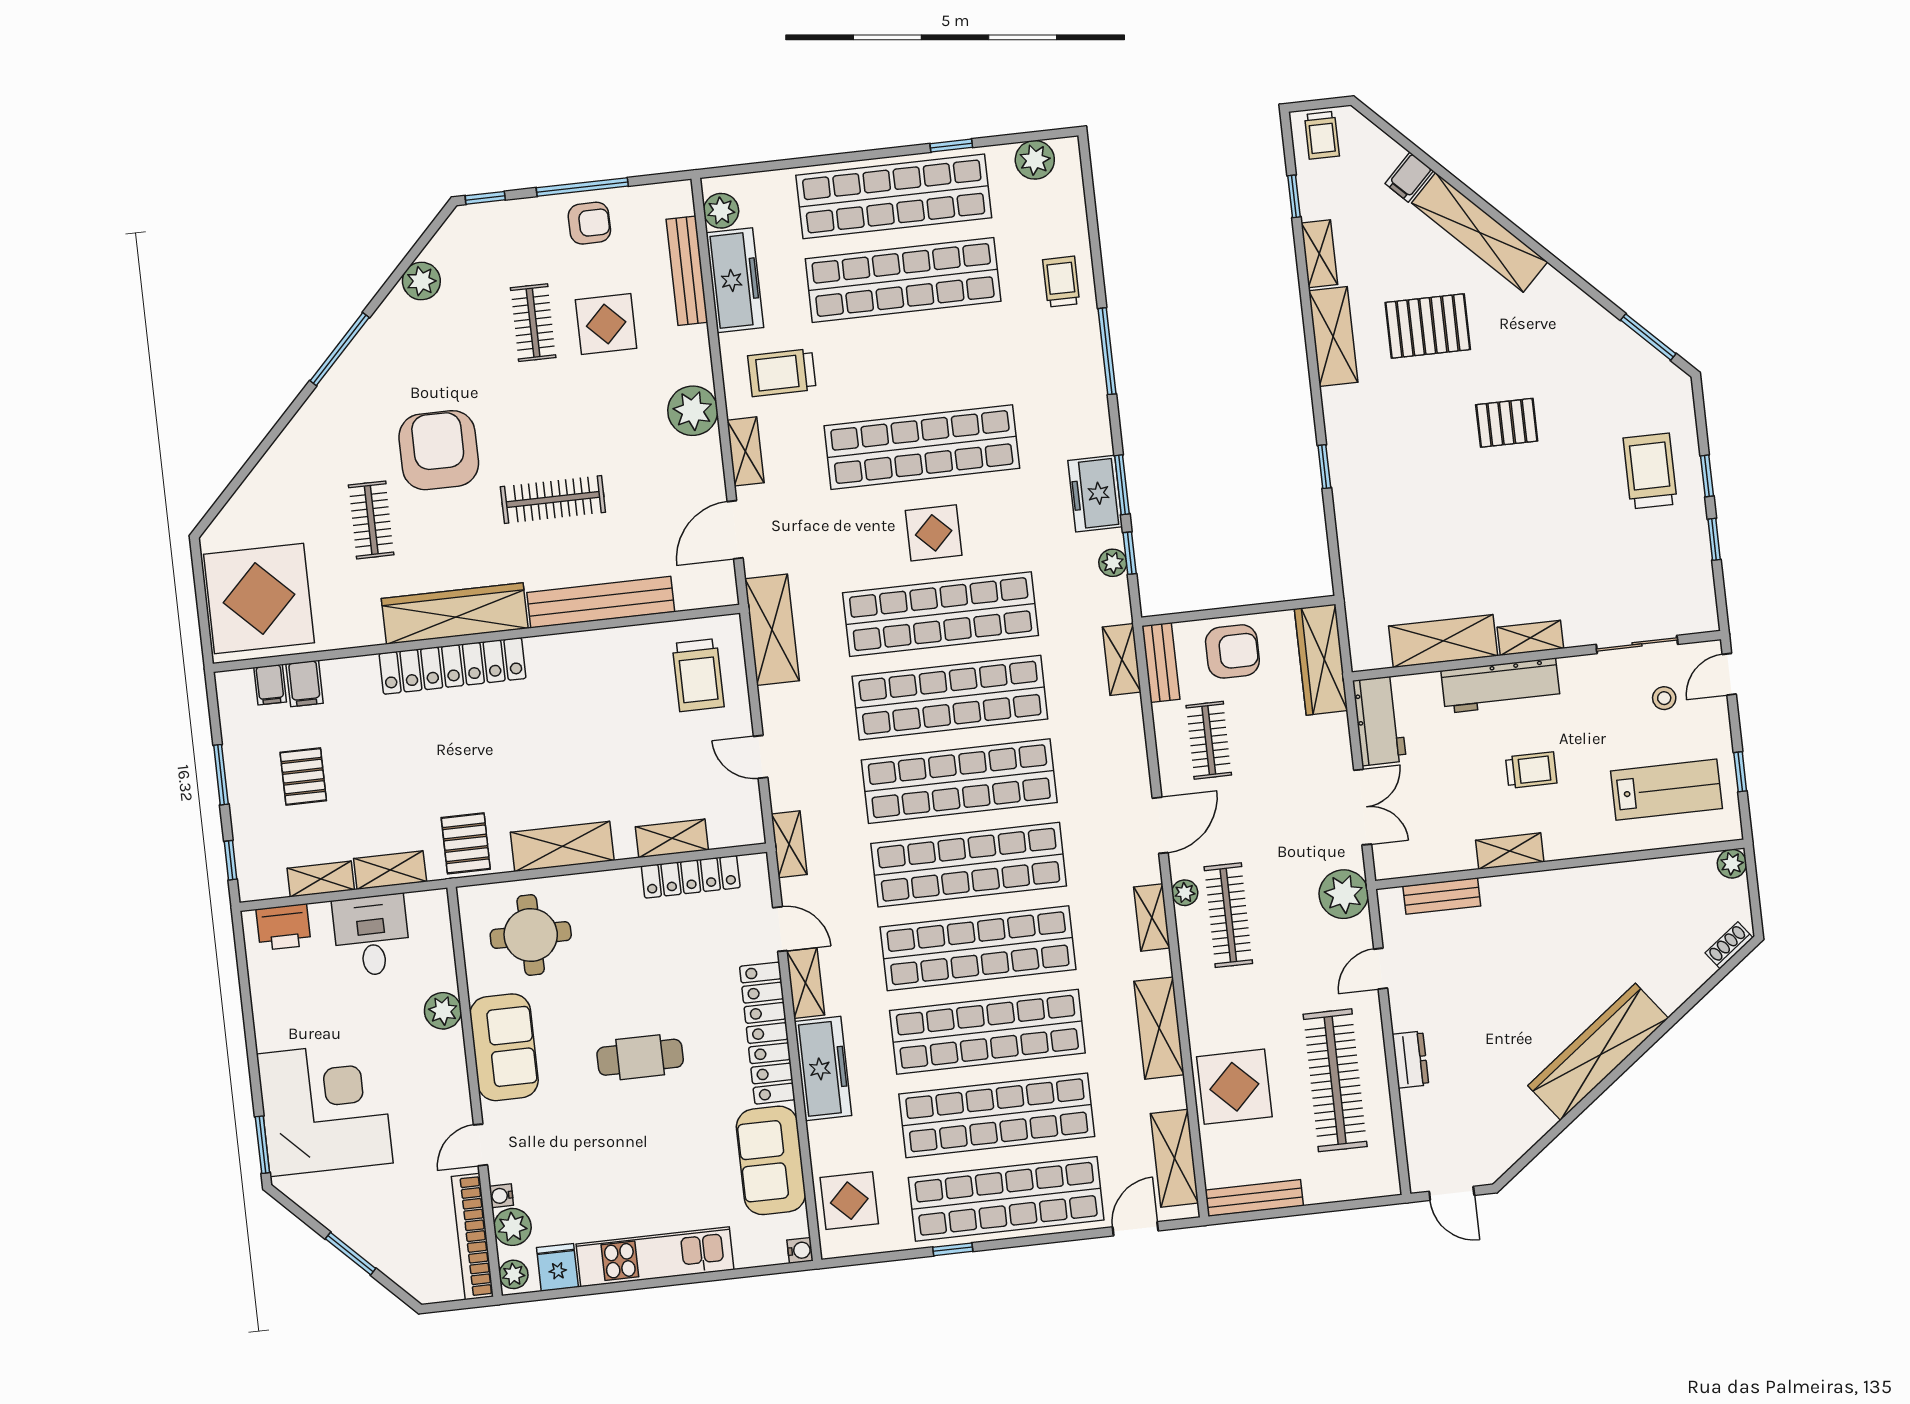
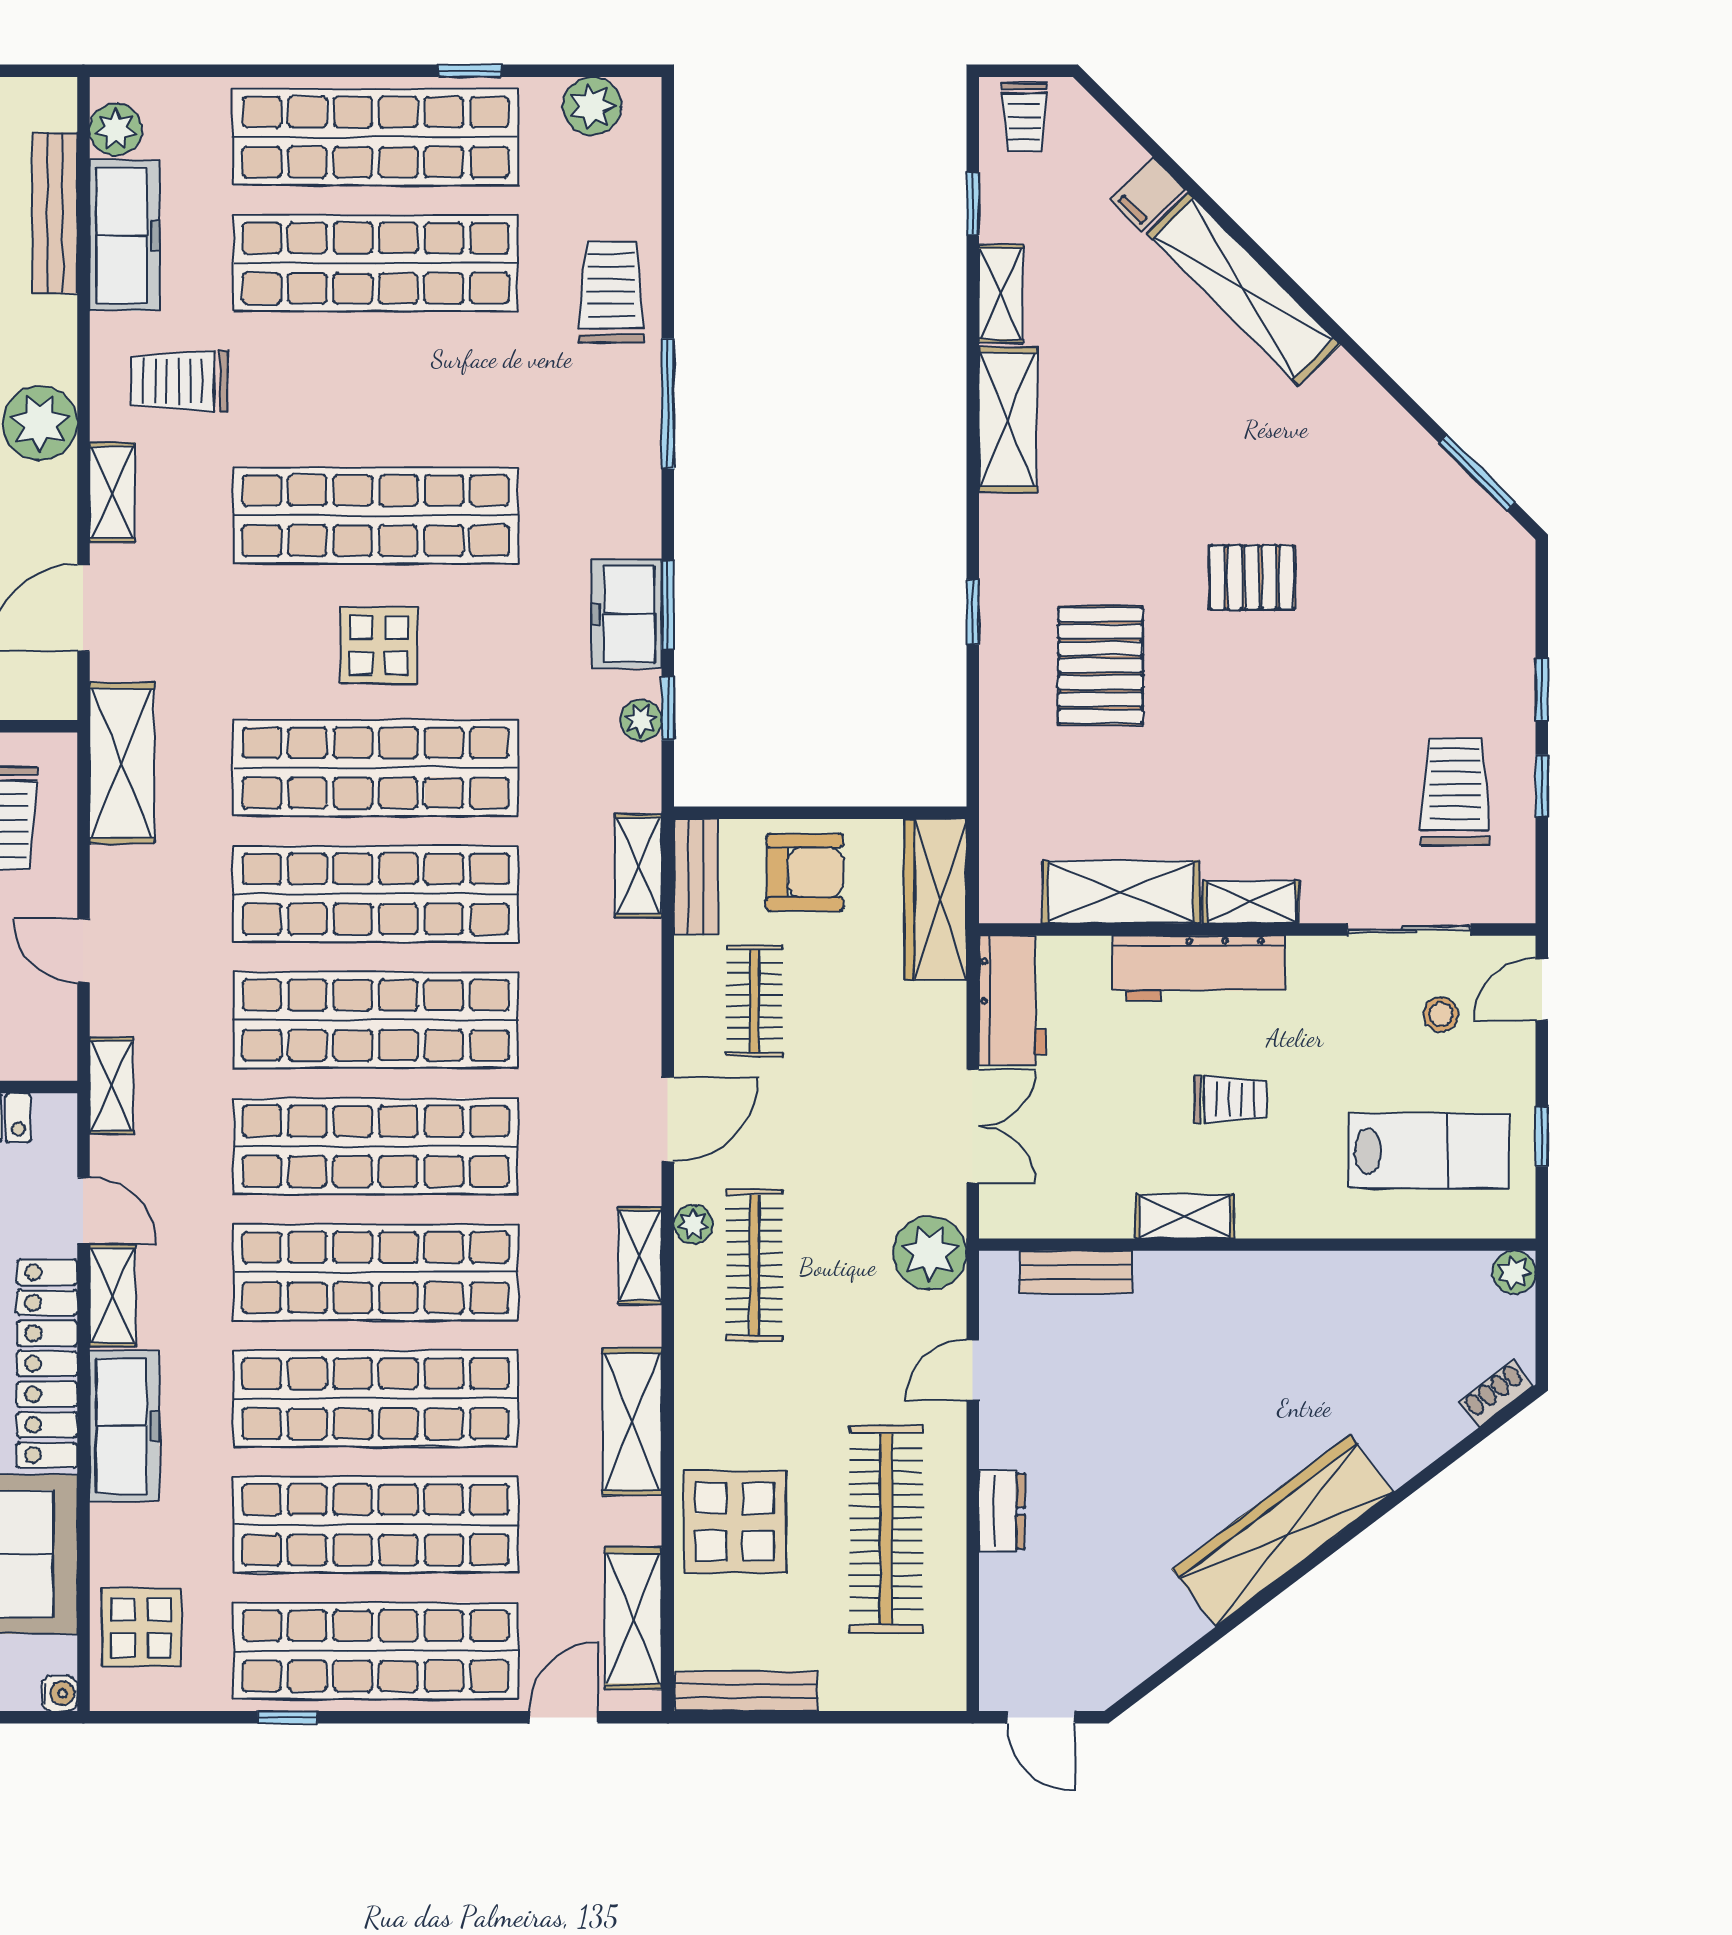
trolley: (1061, 282) -> (611, 292), width x1.36, depth x1.39
pallet: (1428, 326) -> (1101, 666), moved, turned 90
trolley: (1650, 471) -> (1455, 792), moved

